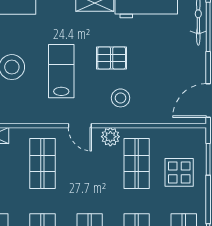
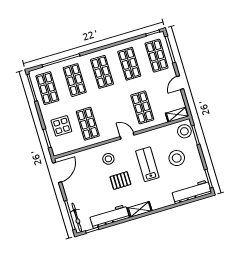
lab bench: (61, 71) -> (147, 164), turned 180
plant: (110, 137) -> (108, 135), removed

